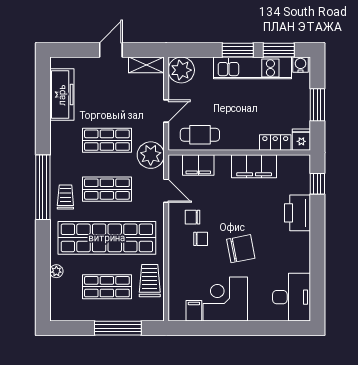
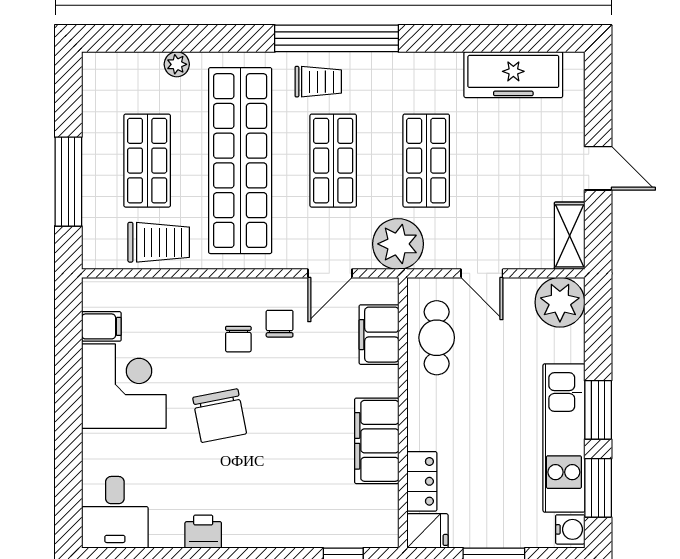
printer: (297, 213) -> (203, 532), moved, width x0.53, depth x0.68
desk: (292, 297) -> (115, 512), width x0.73

